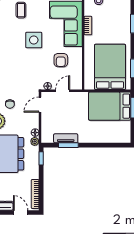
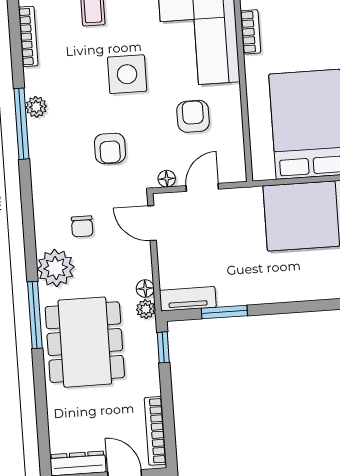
armchair: (61, 60) -> (193, 116), turned 180
armchair: (24, 71) -> (110, 148), added
door: (40, 105) -> (152, 223), hinge flipped
tv unit: (66, 138) -> (188, 299), moved

